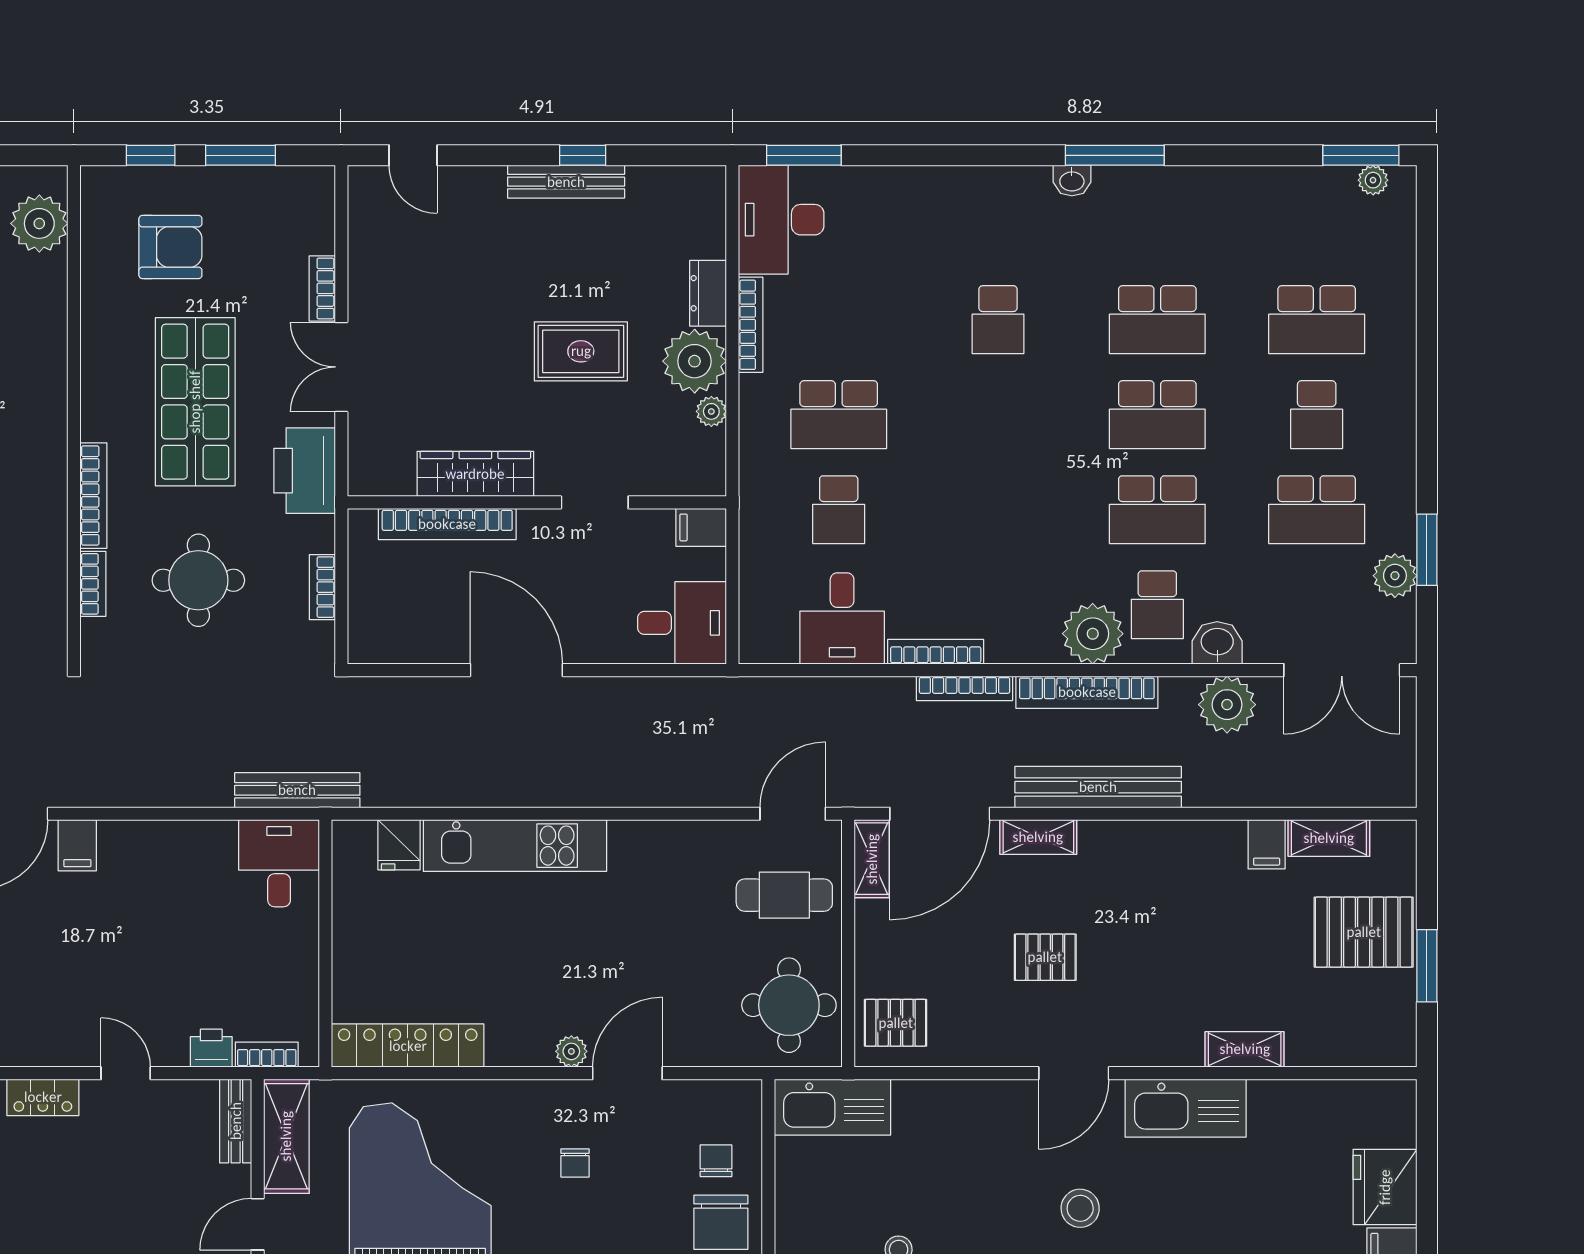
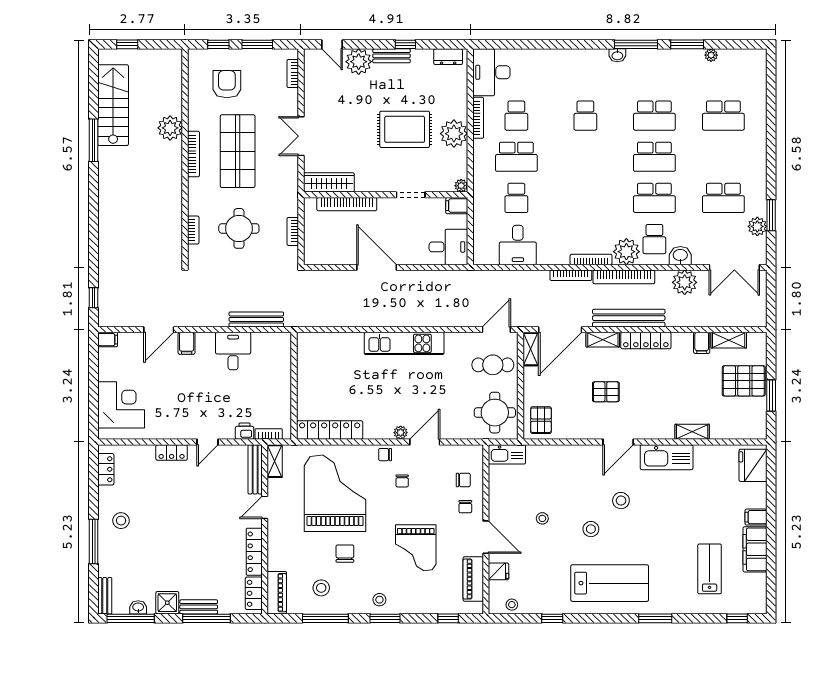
window: (804, 155) -> (501, 44), removed
window: (1361, 155) -> (687, 44), moved
plant: (1373, 180) -> (711, 55), moved
bench: (566, 182) -> (392, 56), width x0.73
plant: (475, 195) -> (359, 62), added
plant: (39, 223) -> (170, 128), moved
armchair: (170, 247) -> (227, 84), turned -90
bookcase: (322, 288) -> (293, 74), moved
dresser: (708, 293) -> (448, 57), moved, turned -90
rug: (581, 351) -> (405, 129), width x1.36, depth x1.43
plant: (711, 411) -> (461, 186), moved
school desk: (1317, 415) -> (516, 116), moved
printer: (305, 471) -> (285, 181), removed
wardrobe: (475, 474) -> (329, 182), moved
bookcase: (93, 496) -> (194, 154), moved
bookcase: (936, 652) -> (591, 259), moved
bench: (297, 790) -> (256, 319), moved
locker: (1138, 839) -> (646, 340), added
fridge: (399, 845) -> (326, 343), removed
kitchen unit: (515, 846) -> (404, 343), moved
desk: (279, 863) -> (233, 351), moved
pallet: (896, 1023) -> (541, 420), turned 90
door: (126, 1073) -> (207, 442), swing flipped
chair: (536, 1102) -> (385, 455), added
kitchen sink: (833, 1107) -> (507, 454), width x0.73, depth x0.81
bench: (236, 1121) -> (255, 469), width x1.36
shelving: (286, 1136) -> (275, 461), width x0.67, depth x0.75
chair: (716, 1161) -> (463, 480), turned 90
fridge: (1385, 1187) -> (753, 465), moved
chair: (721, 1222) -> (465, 507), width x0.54, depth x0.54

